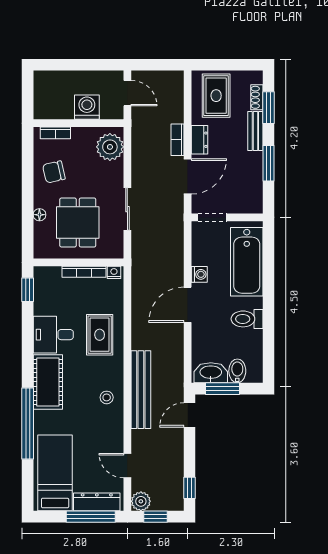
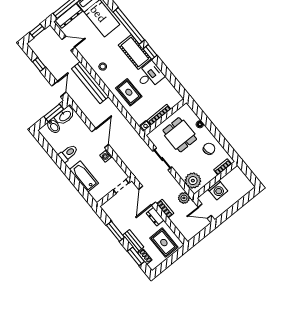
bathtub: (247, 262) -> (84, 176), width x0.73, depth x0.73
window: (28, 290) -> (150, 52), moved
window: (190, 488) -> (39, 64), moved
plant: (141, 501) -> (184, 198), moved

